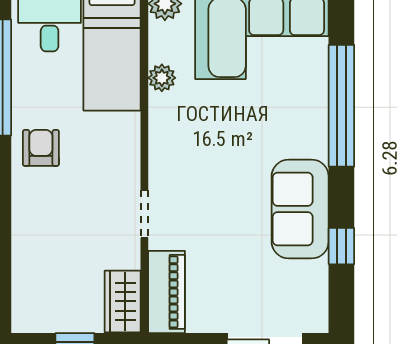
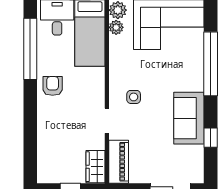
plant: (162, 78) -> (116, 27), moved
side table: (195, 169) -> (134, 97), added

